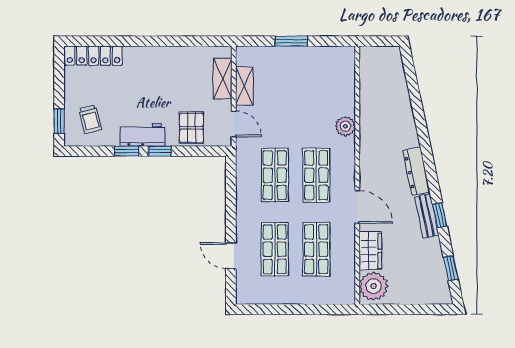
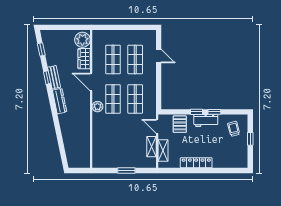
locker: (93, 56) -> (196, 163), moved
window: (59, 121) -> (250, 139), moved
plant: (345, 126) -> (97, 107), moved

